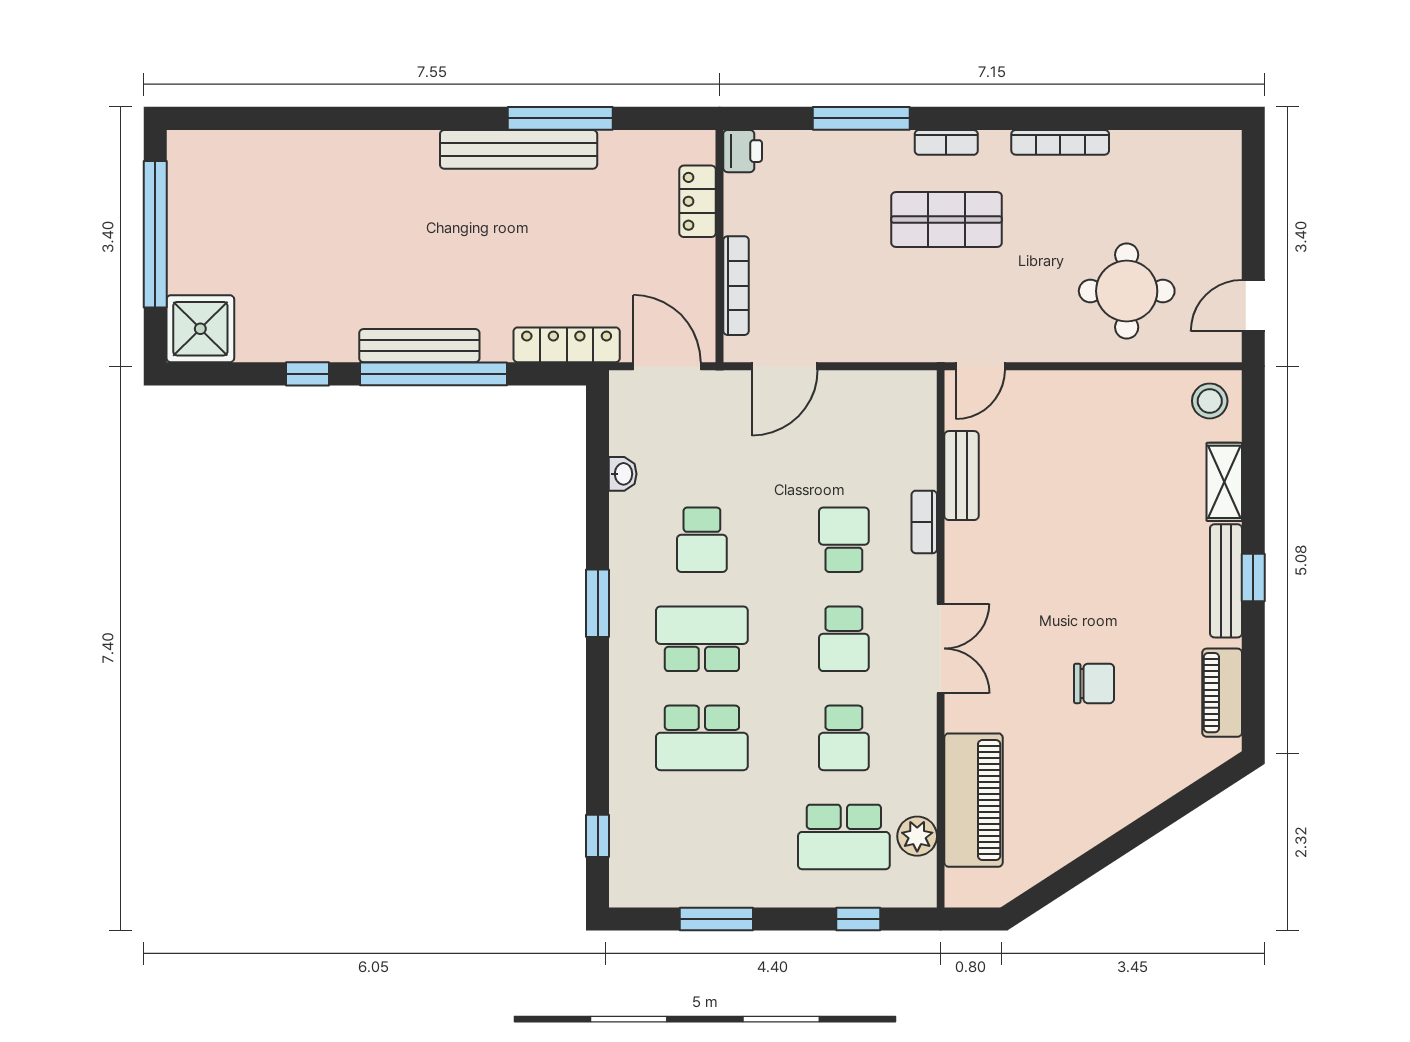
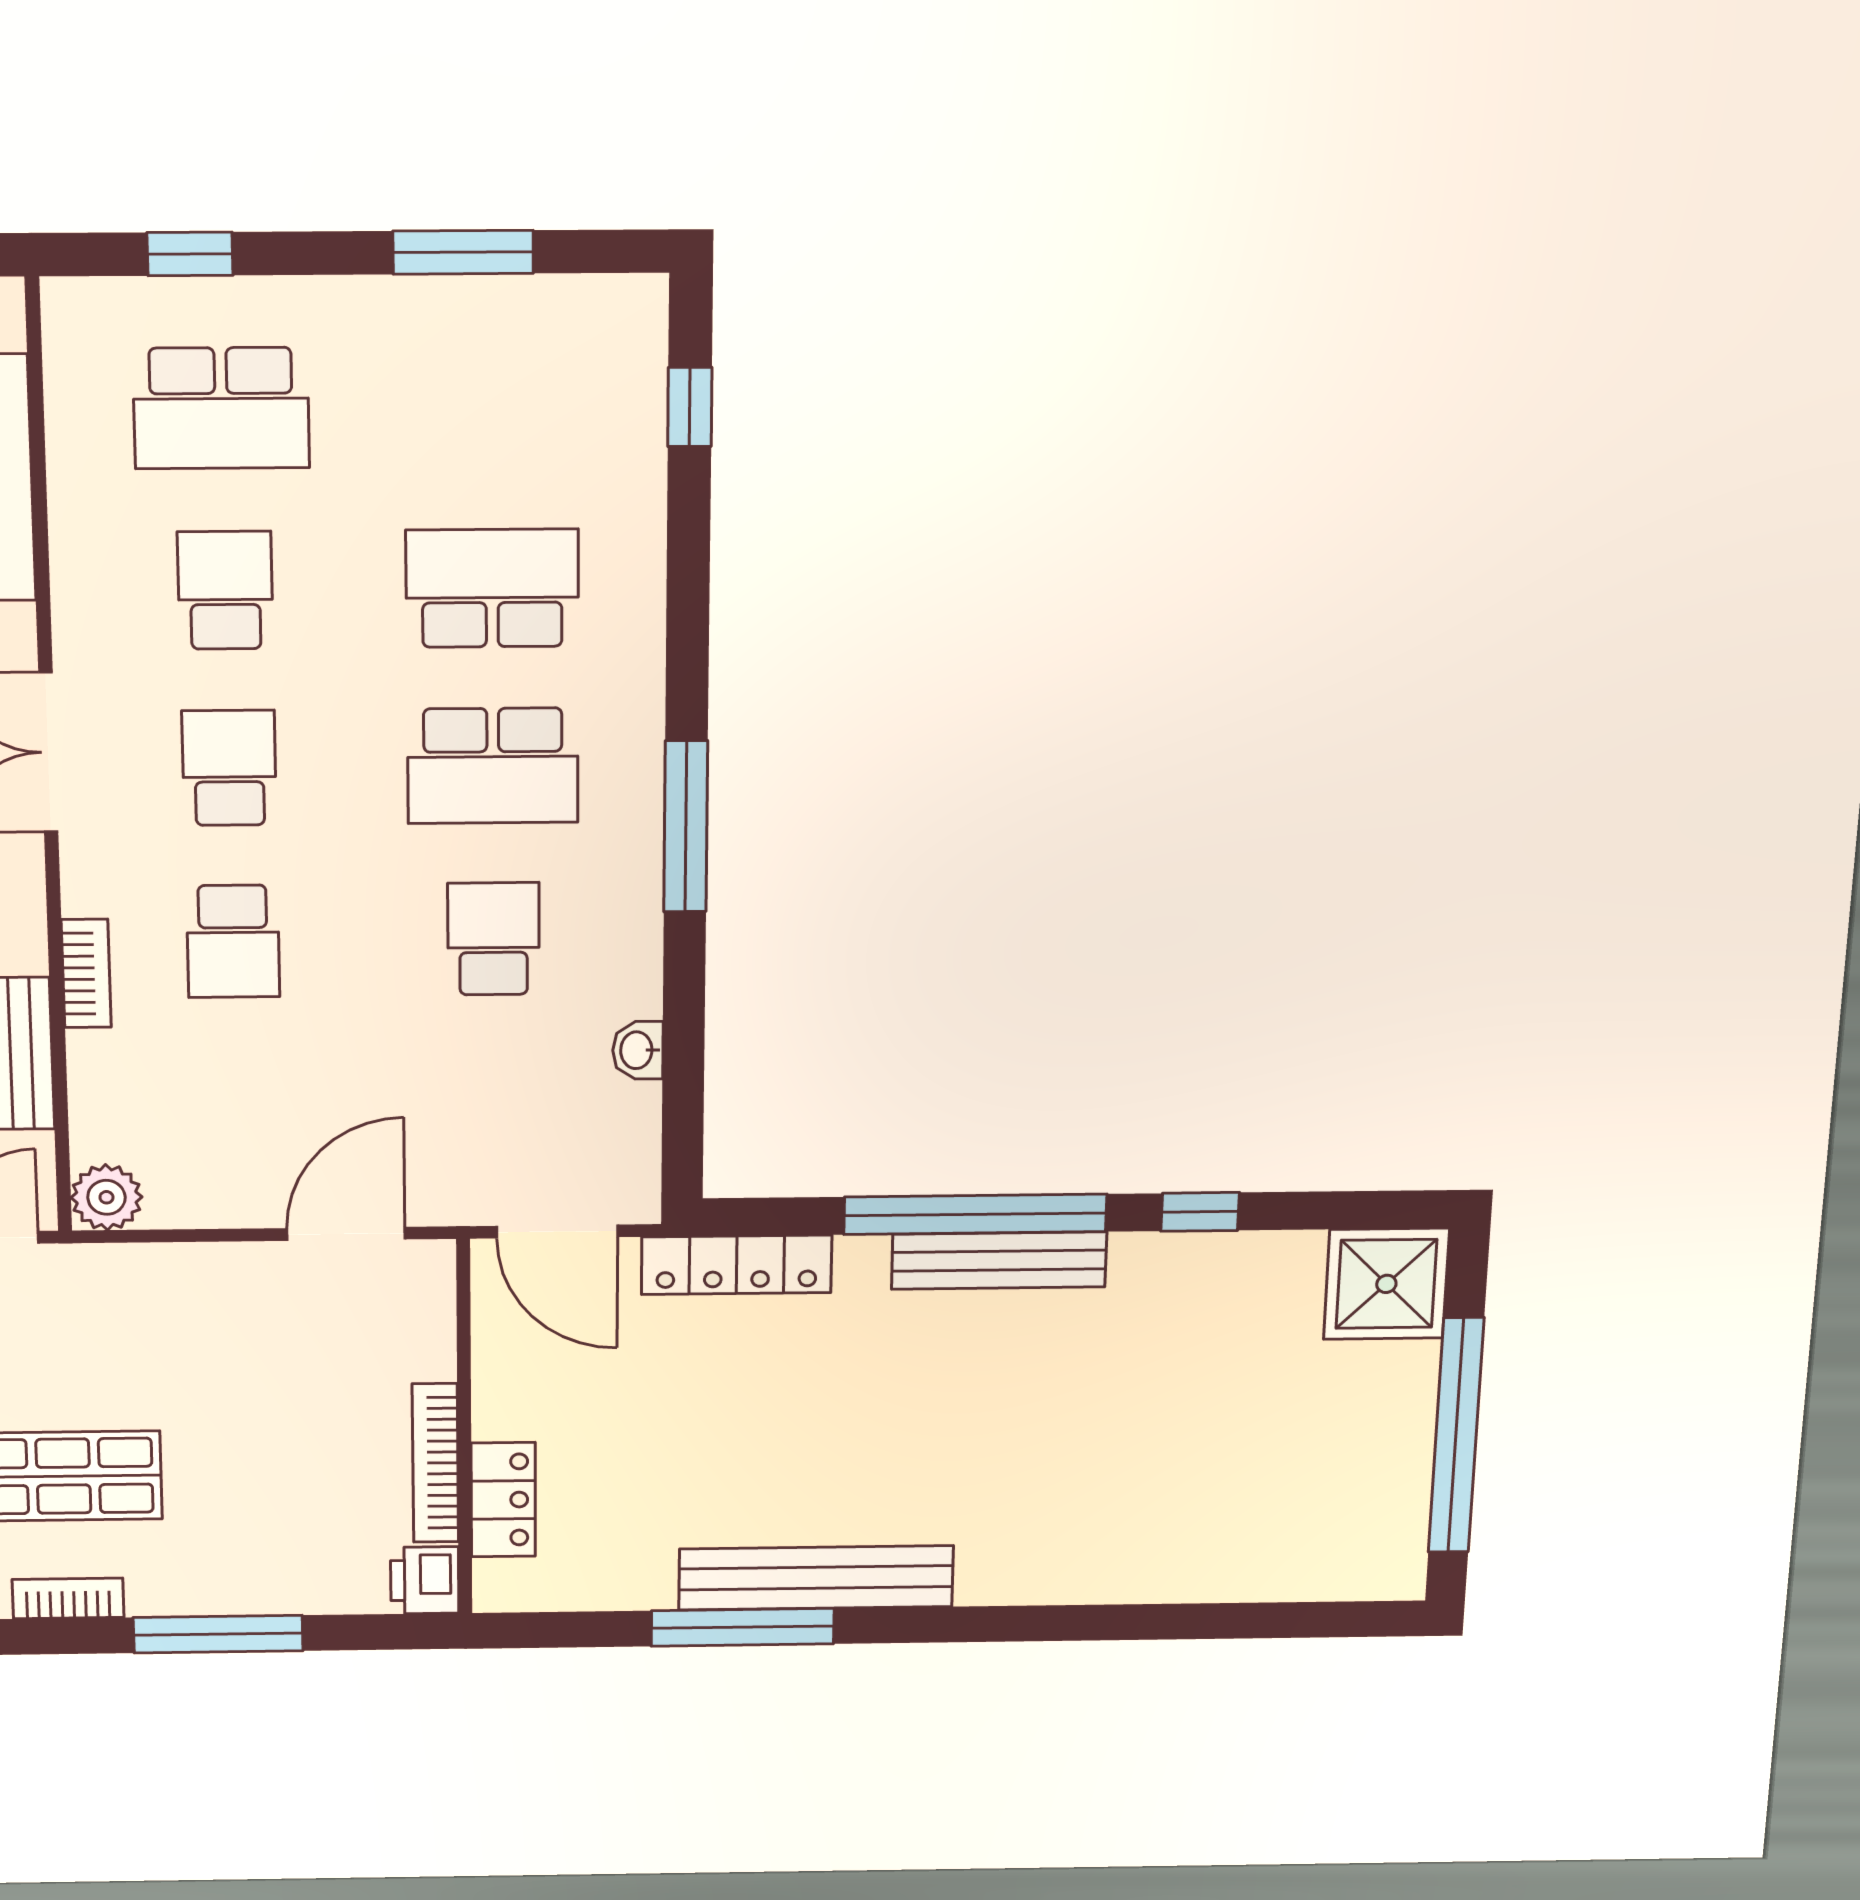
bookcase: (736, 286) -> (435, 1463), moved
window: (598, 603) -> (686, 827), width x1.44
plant: (917, 836) -> (106, 1197), moved
school desk: (844, 837) -> (221, 408), turned 180

